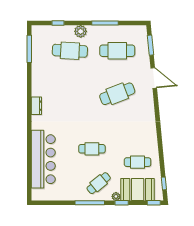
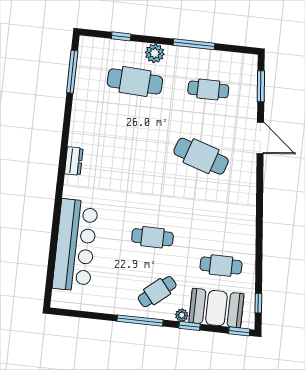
cafe table: (117, 51) -> (208, 89), width x0.73, depth x0.74
cafe table: (117, 94) -> (201, 156), turned 39

